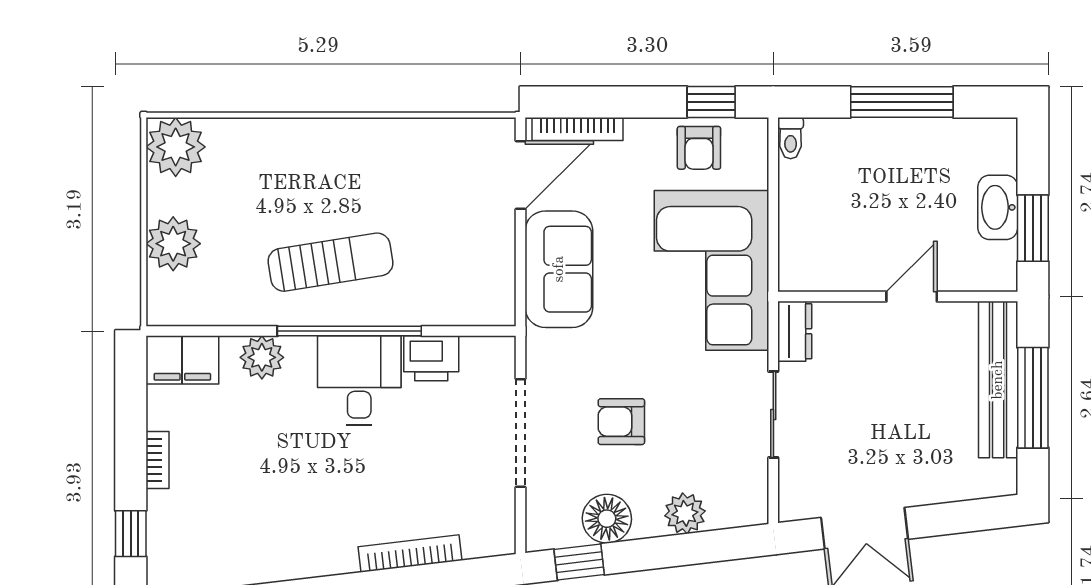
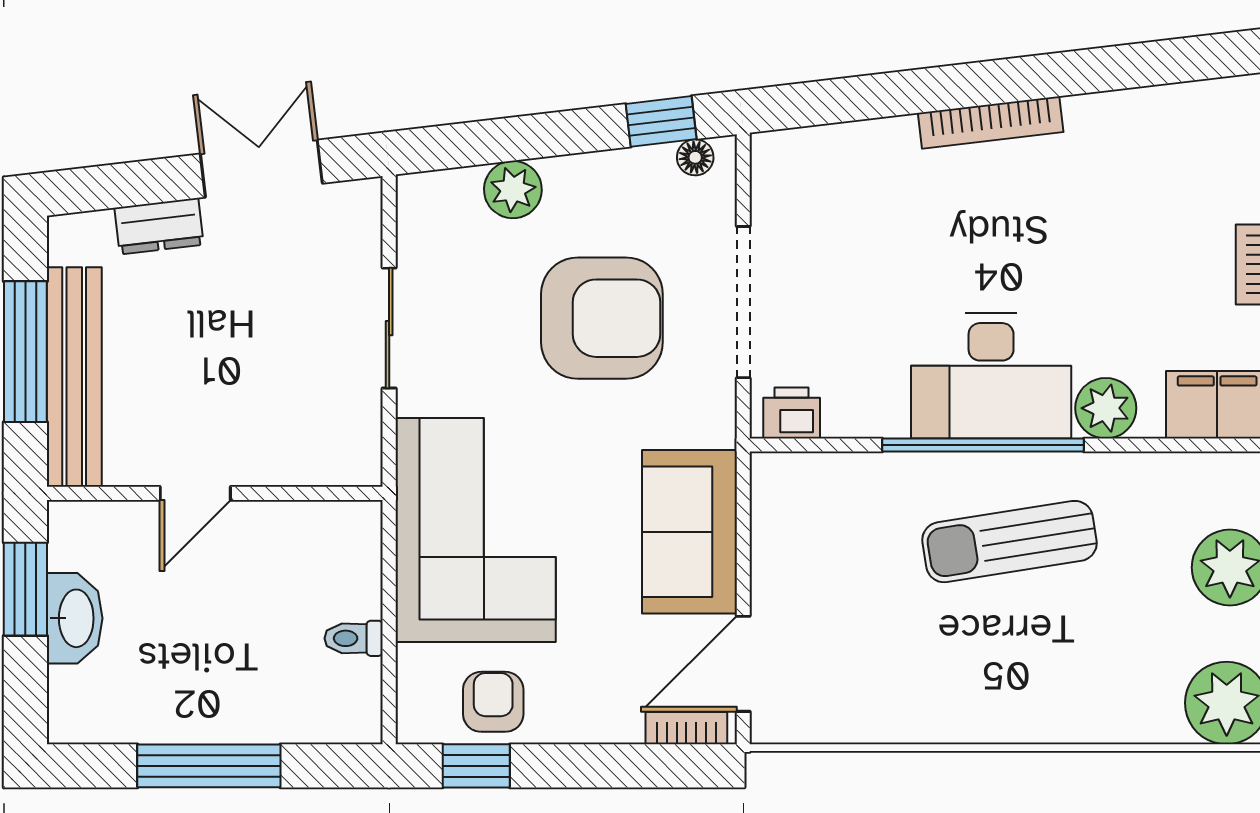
bookcase: (577, 129) -> (686, 728), width x0.64
toilet: (791, 138) -> (354, 638), moved, turned -90
dresser: (795, 331) -> (159, 226), moved, turned -97
printer: (431, 358) -> (792, 413), moved, width x0.73, depth x0.81
desk: (359, 380) -> (991, 376), width x1.37
armchair: (621, 422) -> (602, 318), width x1.88, depth x1.88
floor lamp: (607, 519) -> (695, 157), moved, width x0.53, depth x0.53
bookcase: (410, 553) -> (991, 122), moved

